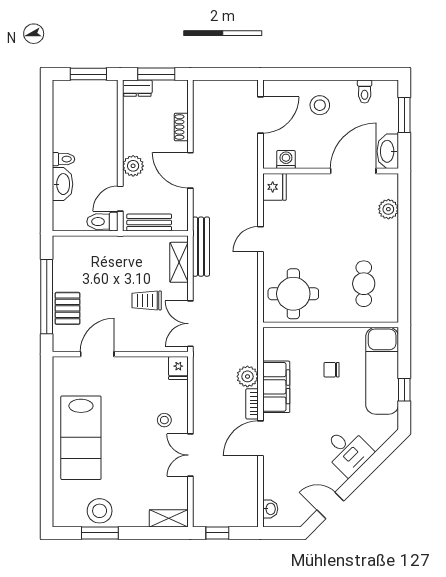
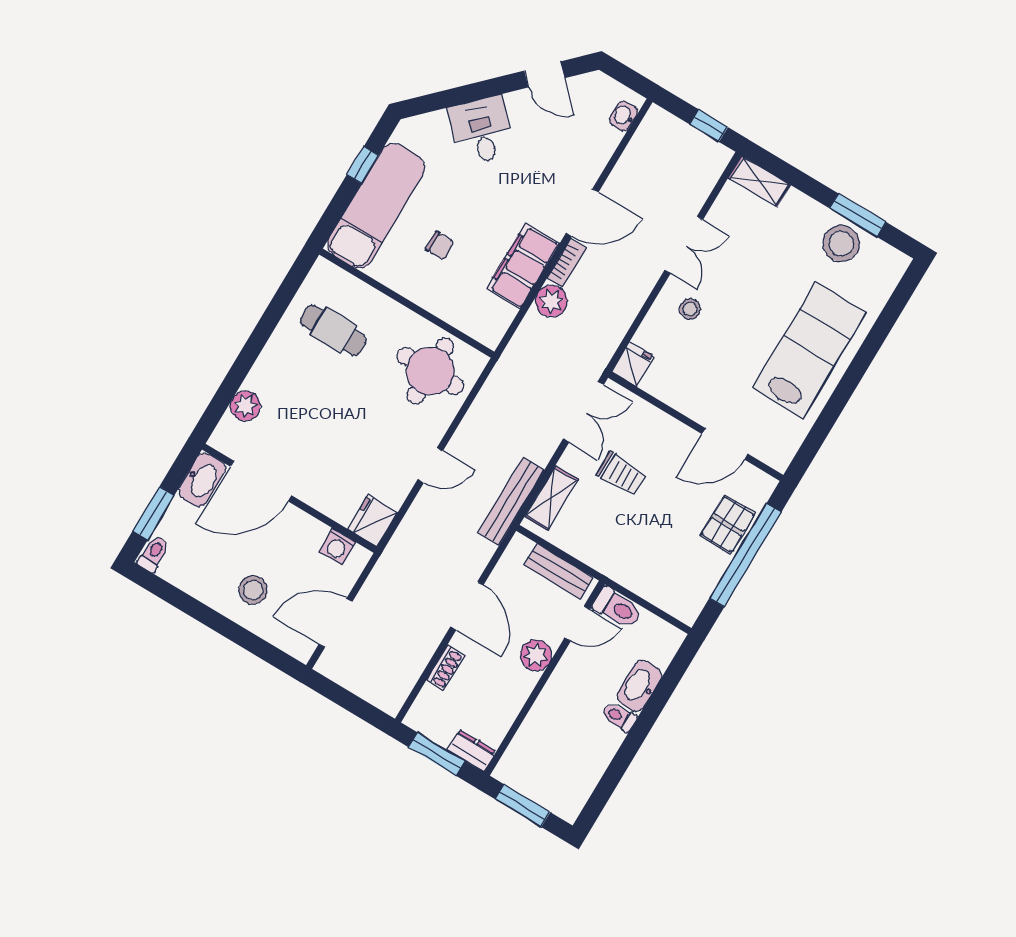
toilet: (365, 92) -> (154, 554), moved
cafe table: (364, 284) -> (333, 330), turned 90

